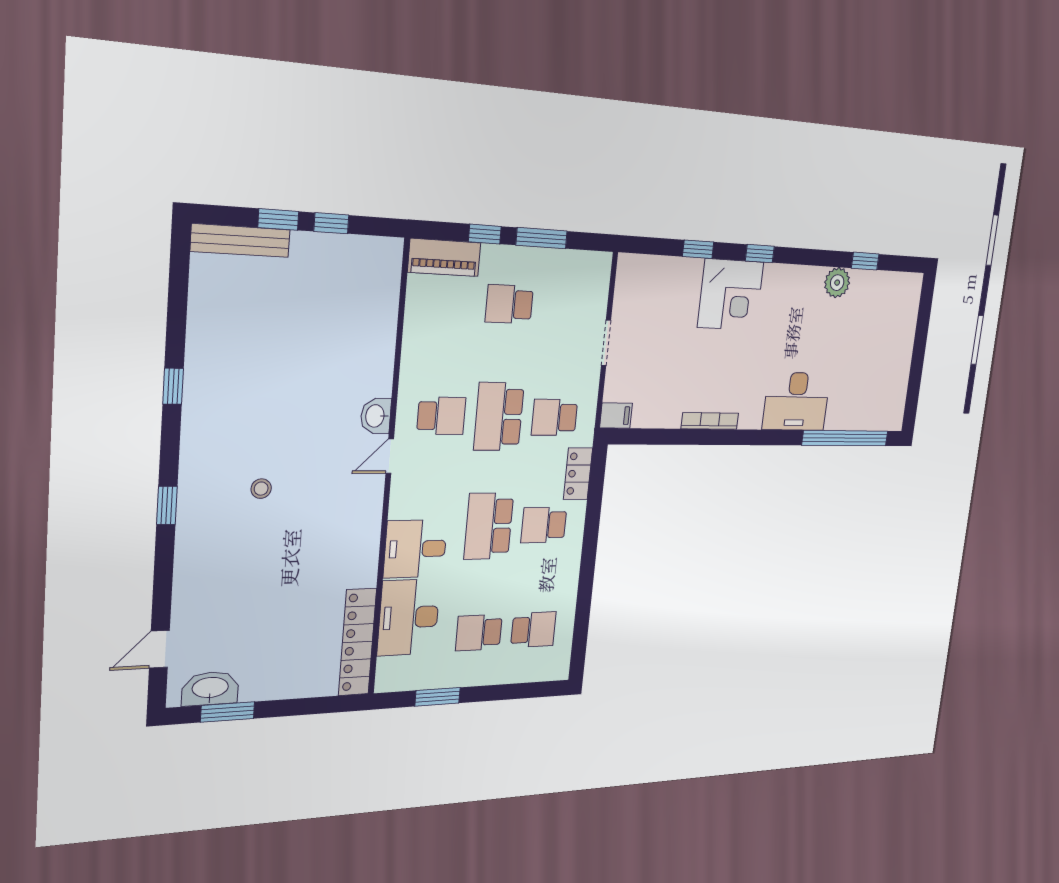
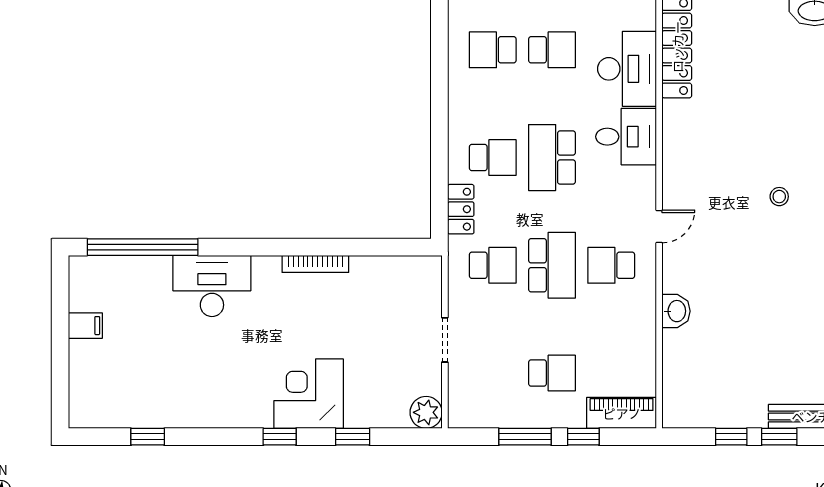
plant: (837, 283) -> (426, 412), moved
filing cabinet: (616, 415) -> (85, 326), moved, turned 180
washbasin: (376, 416) -> (676, 311), moved
school desk: (489, 526) -> (552, 158), turned 180

